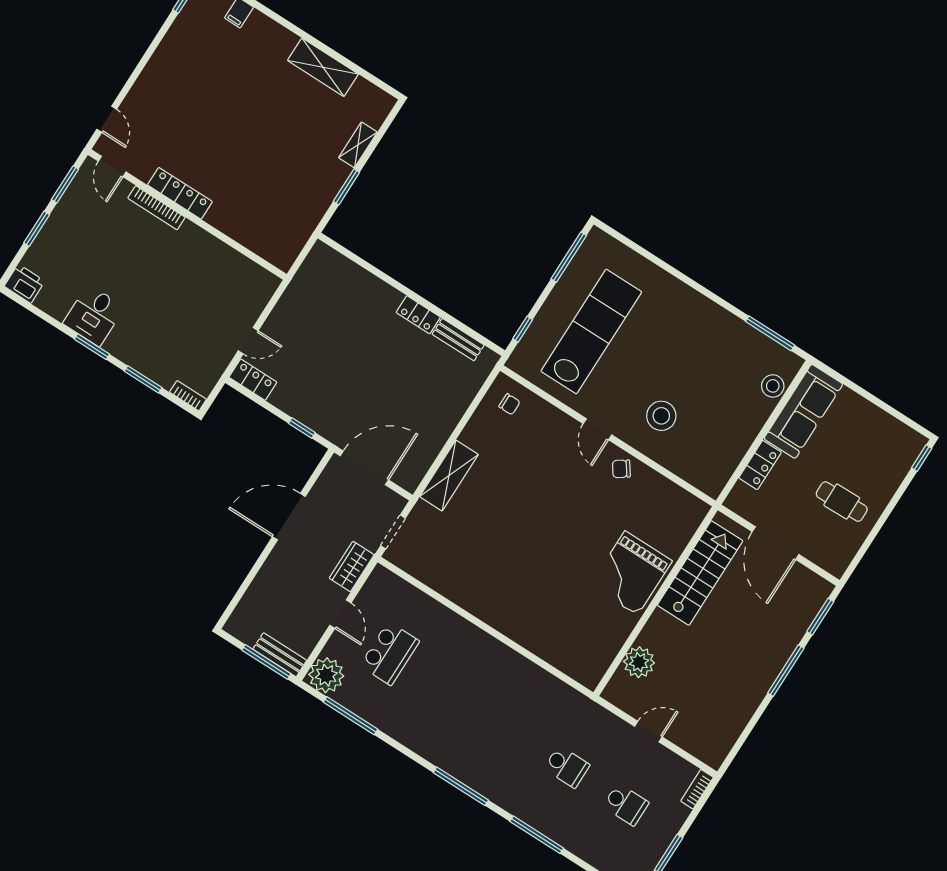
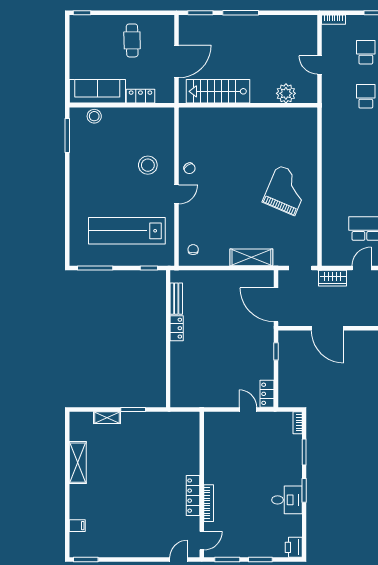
grand piano: (631, 573) -> (286, 190), moved, turned -67

